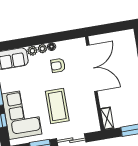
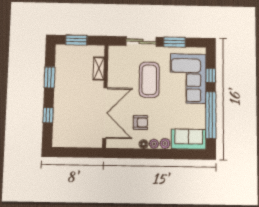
double door: (92, 68) -> (105, 113), swing flipped
shelving: (107, 118) -> (99, 69), moved

